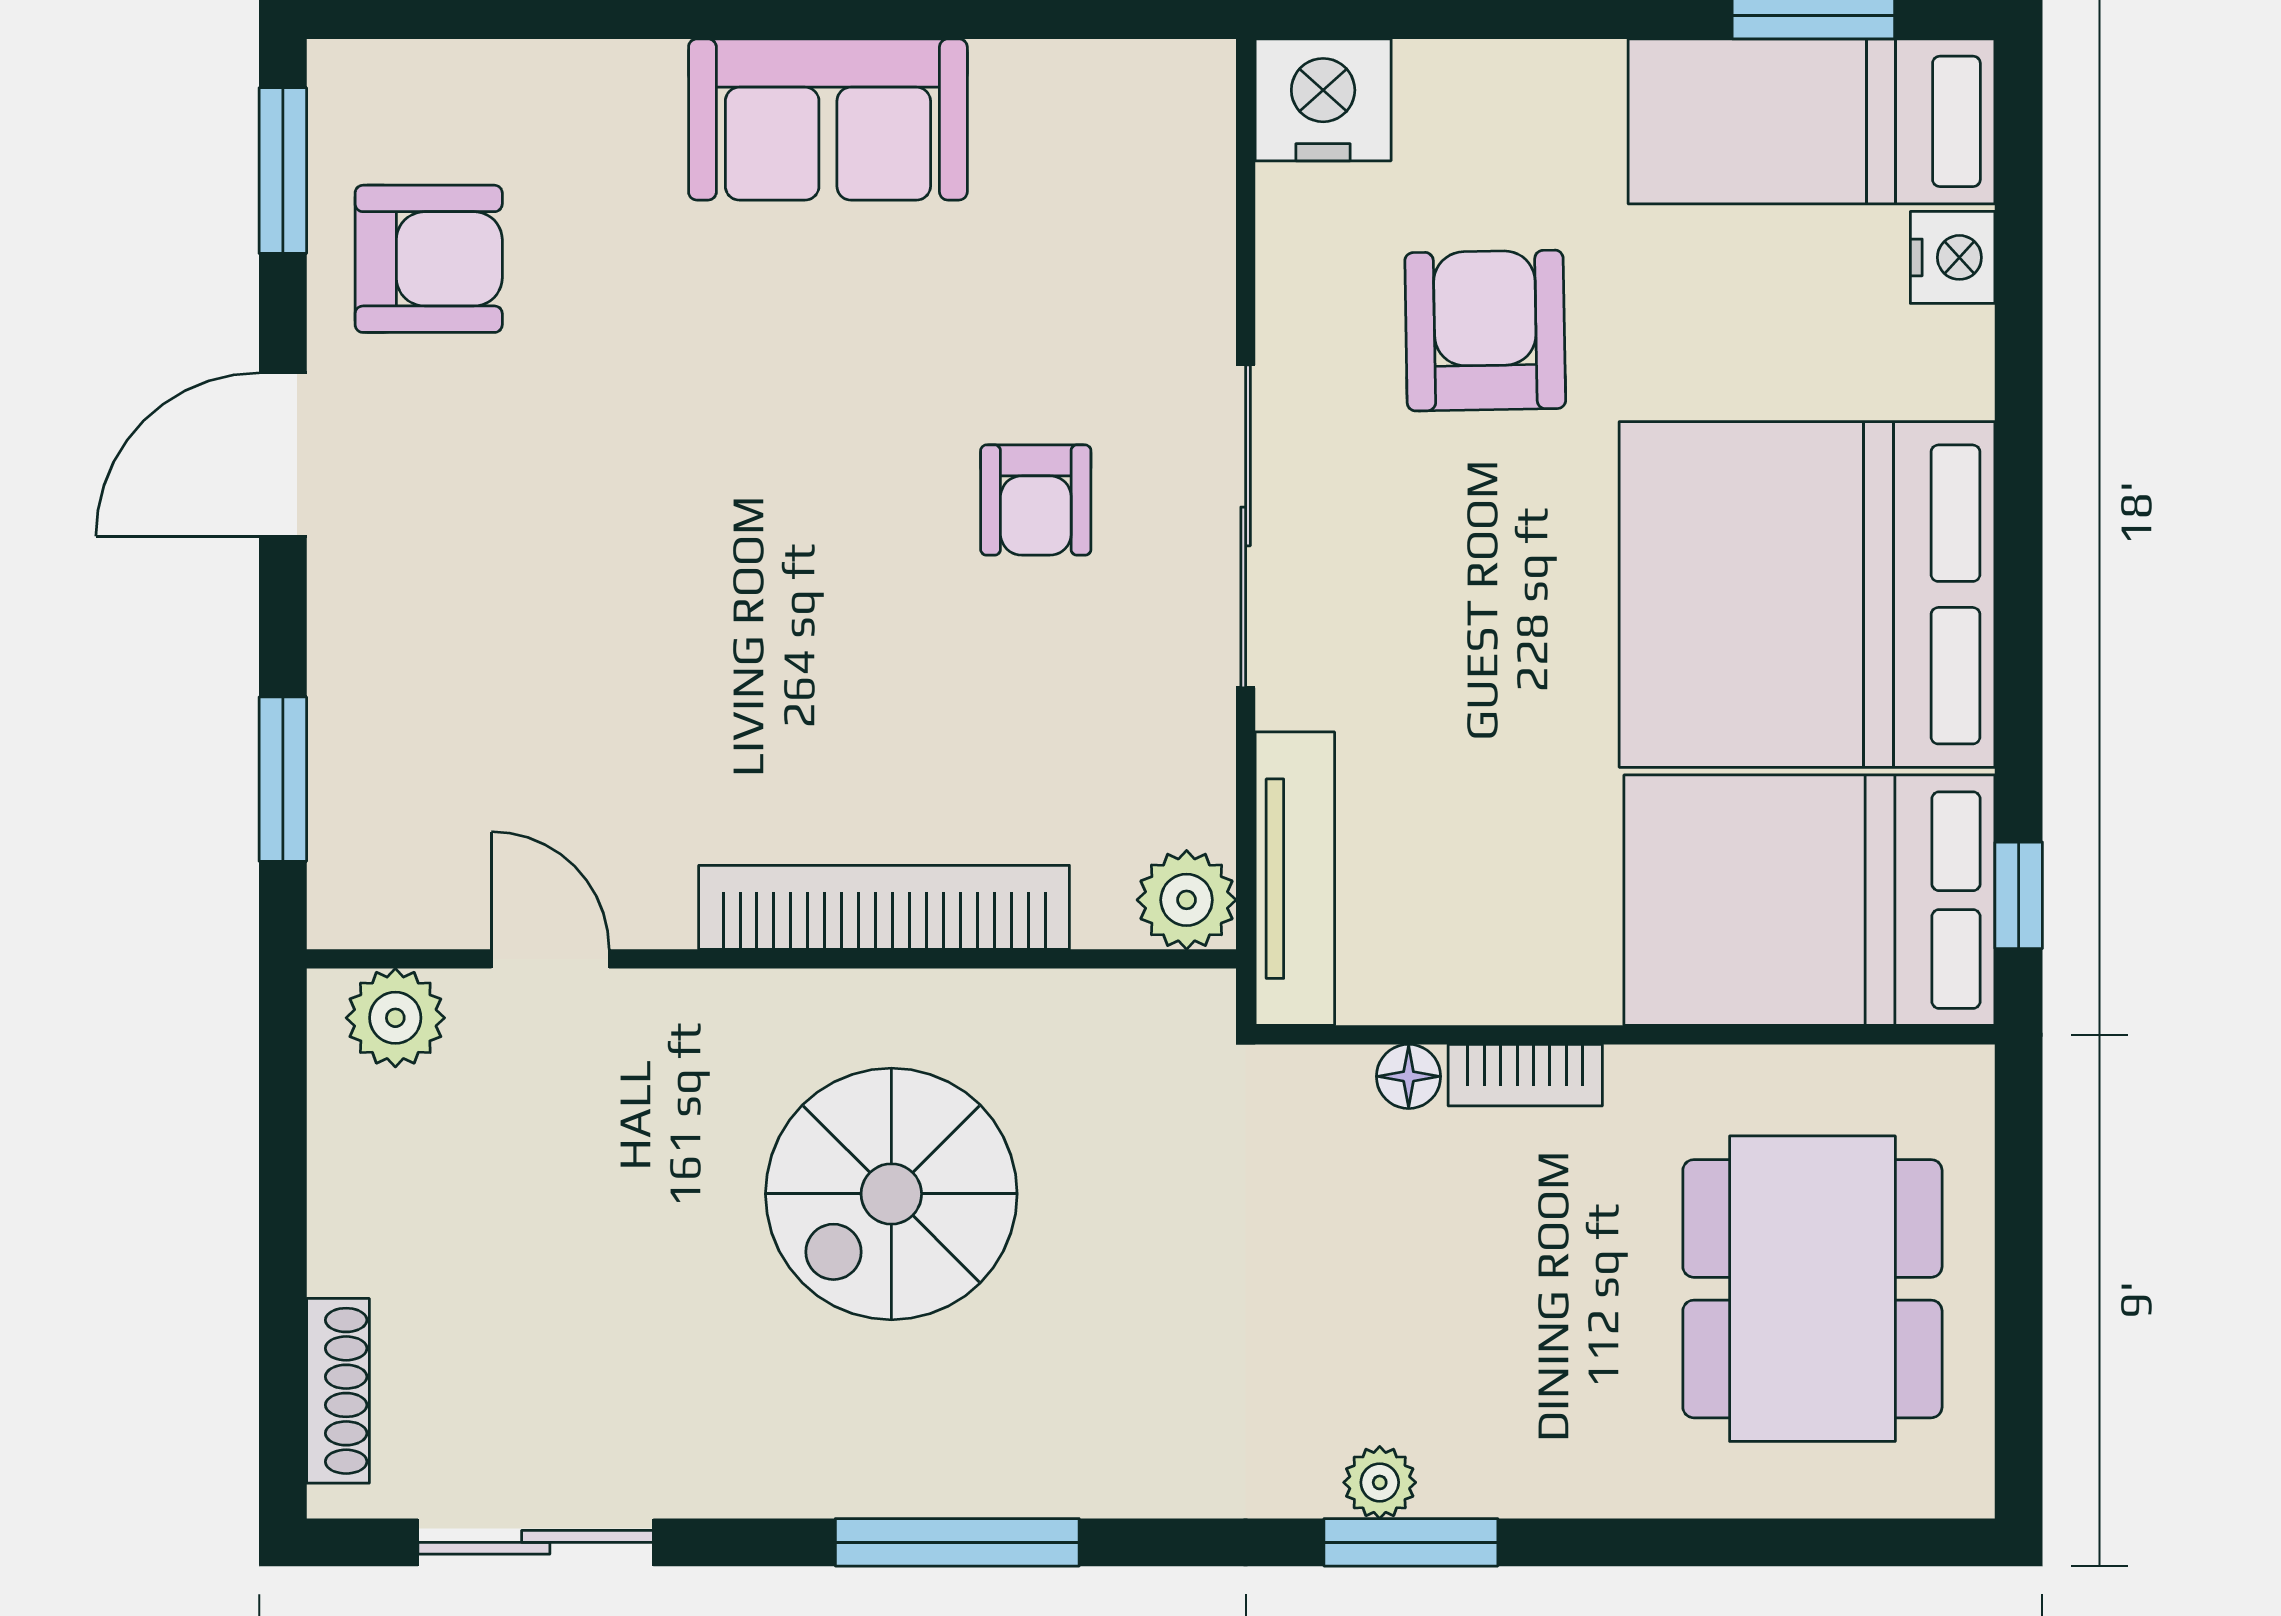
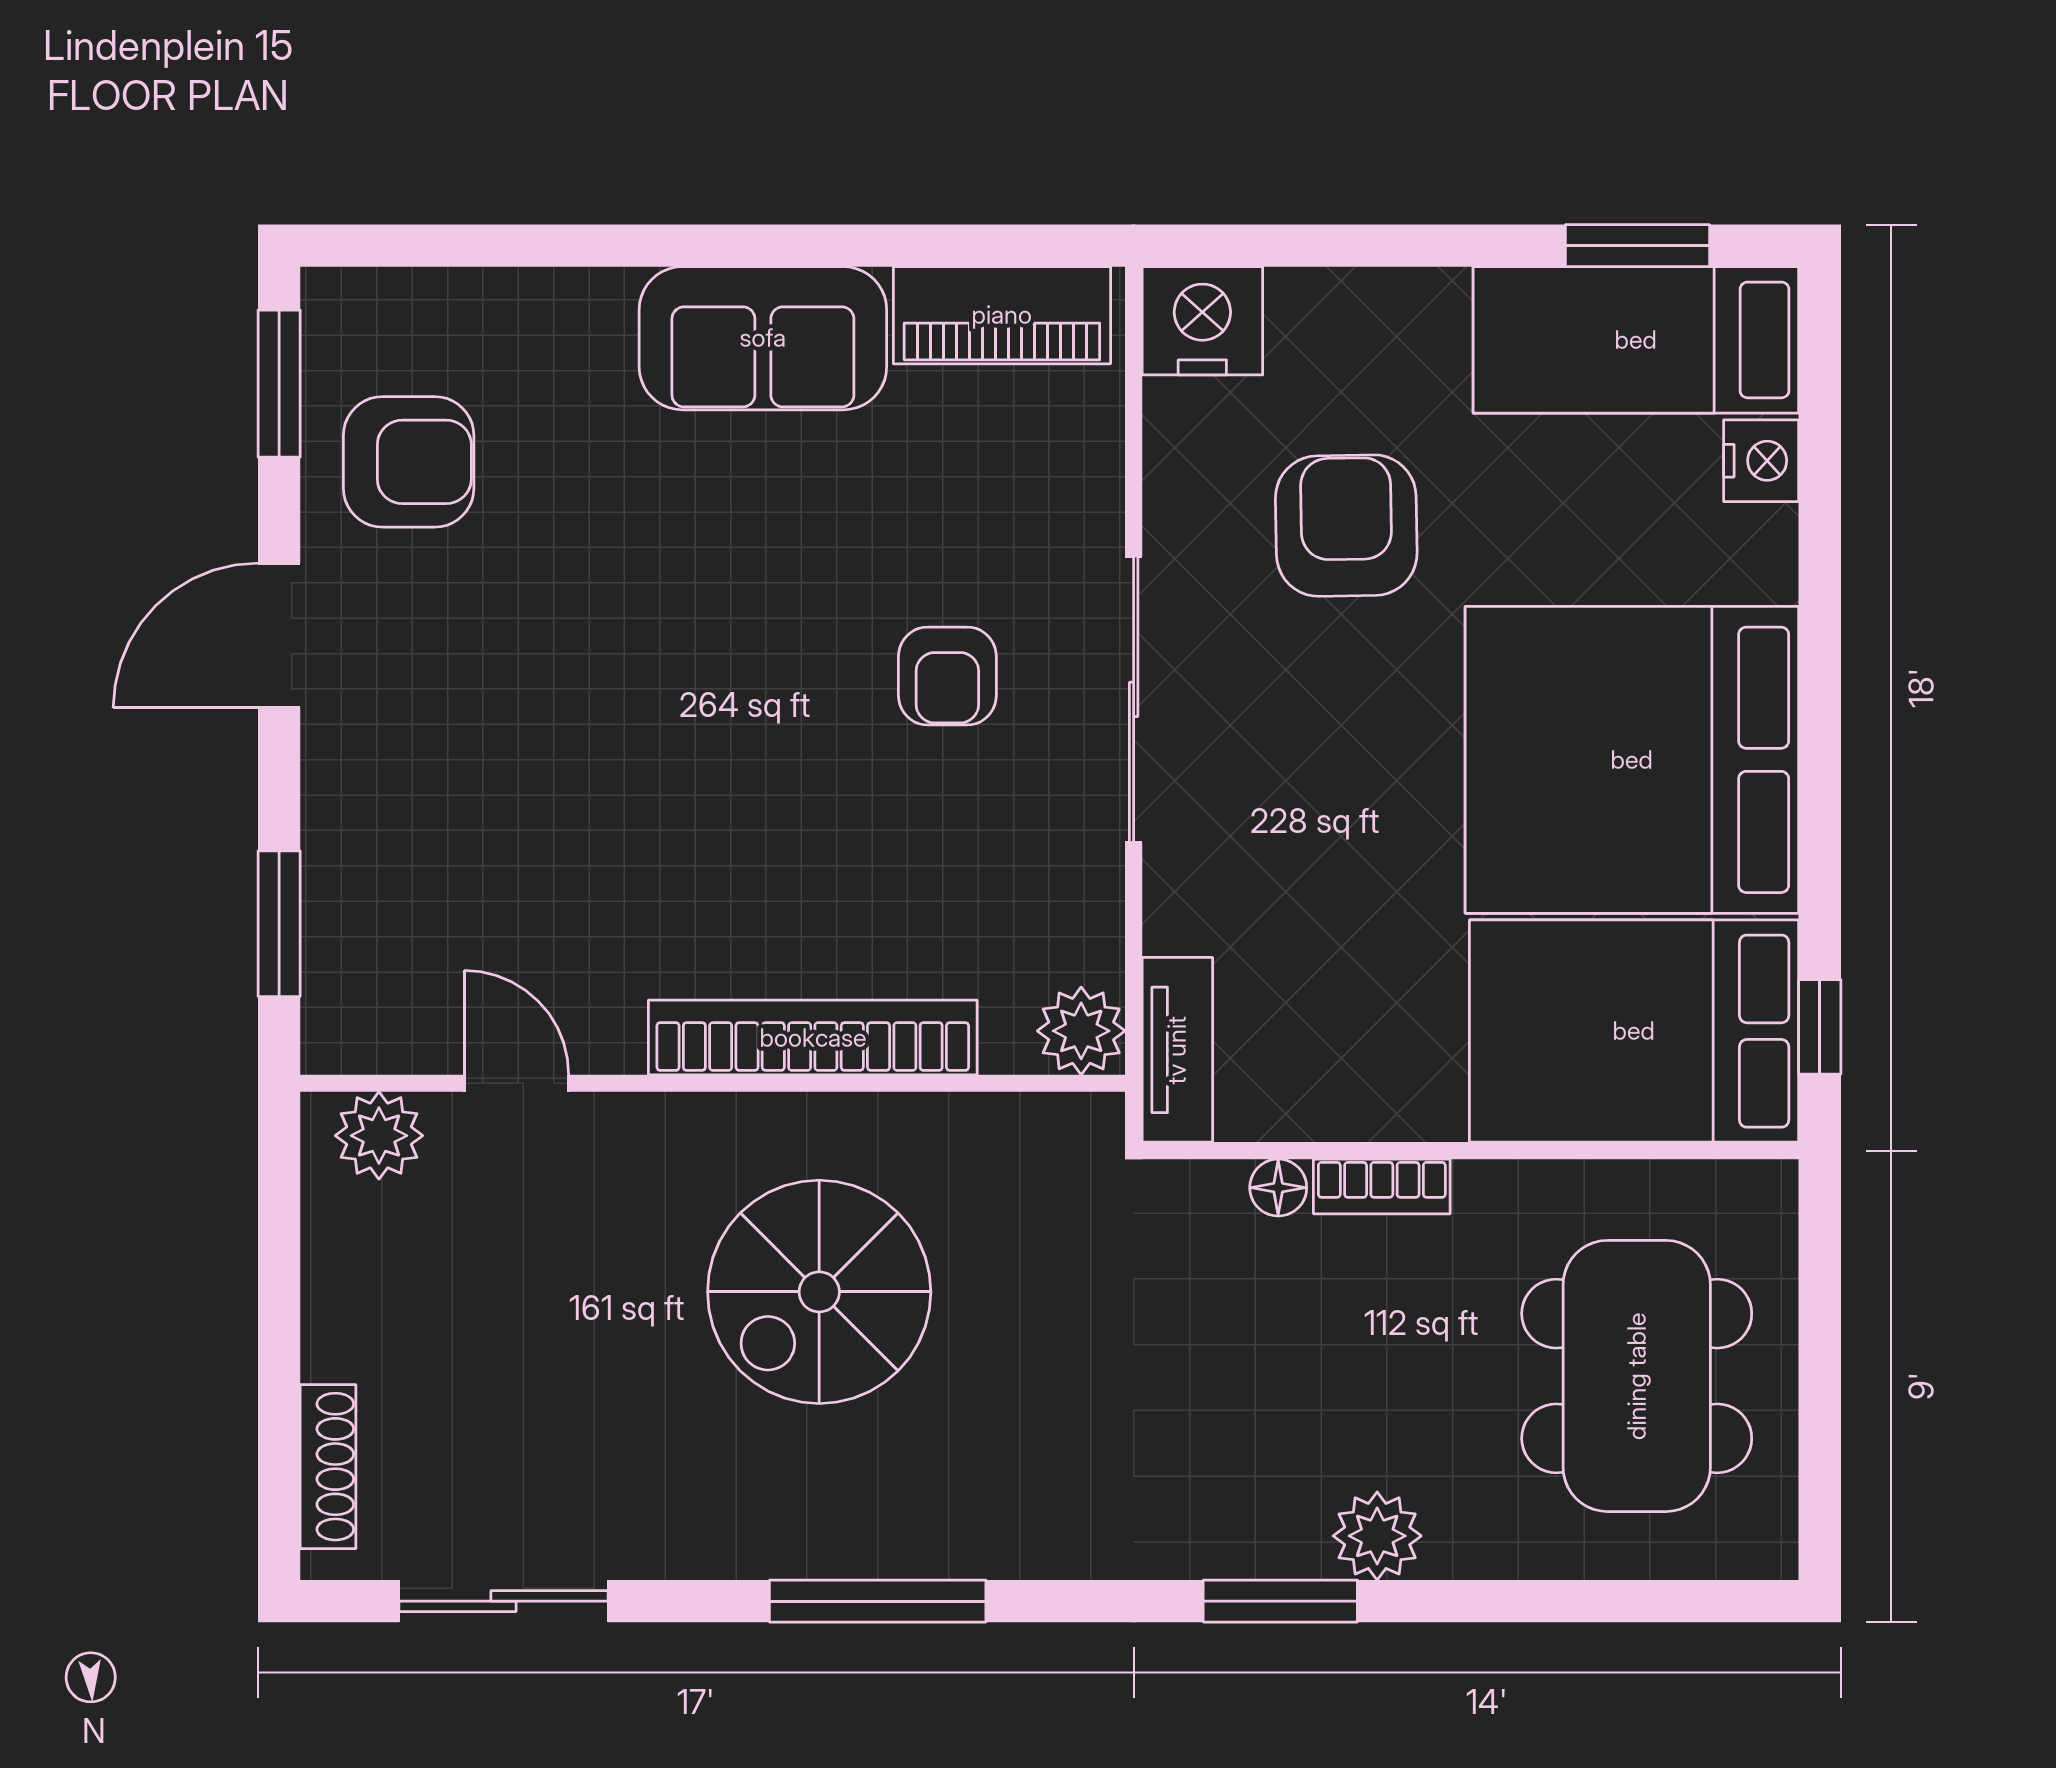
piano: (1097, 94) -> (1002, 315), added
tv unit: (1295, 879) -> (1177, 1050), width x0.71
plant: (1380, 1482) -> (1377, 1536), moved, width x1.38, depth x1.38

